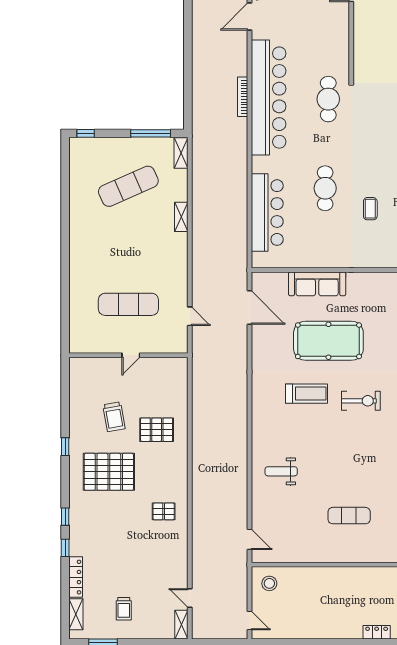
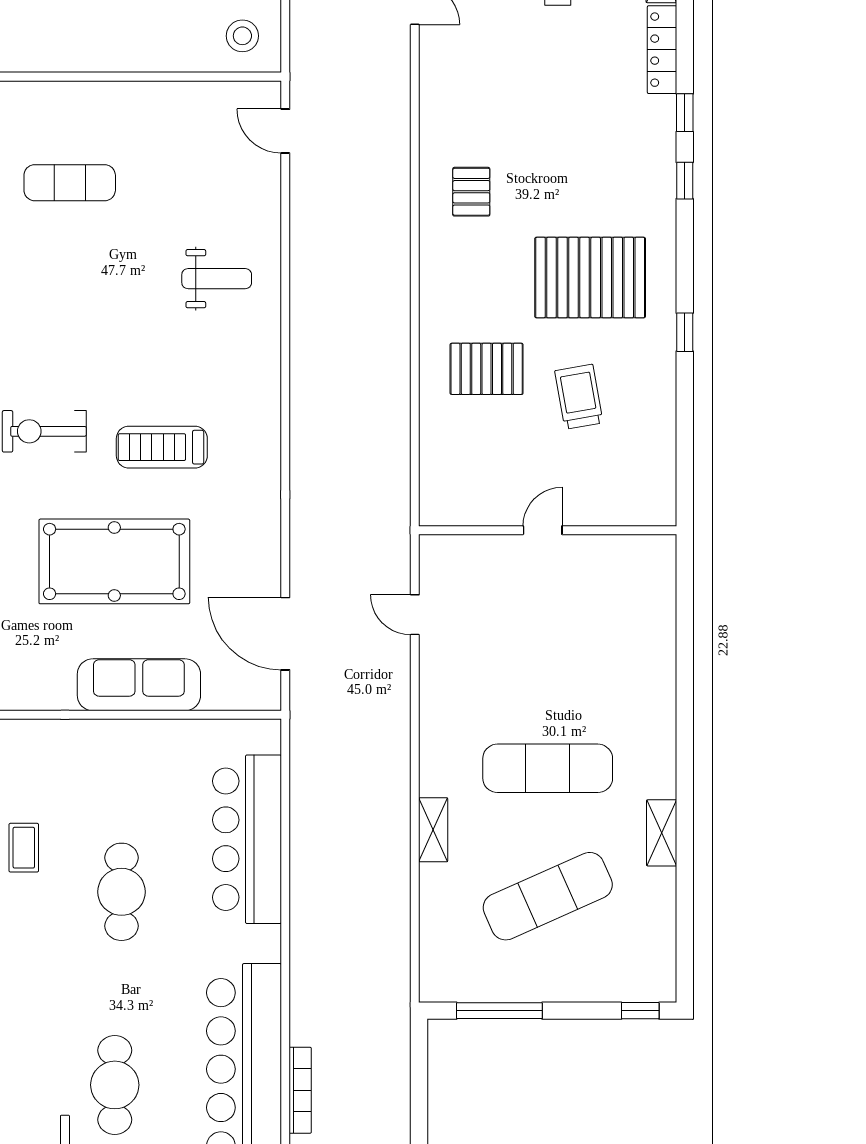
shelving: (181, 153) -> (662, 833), moved
exercise mat: (128, 304) -> (548, 768), moved
pallet: (164, 511) -> (471, 192), turned 90

